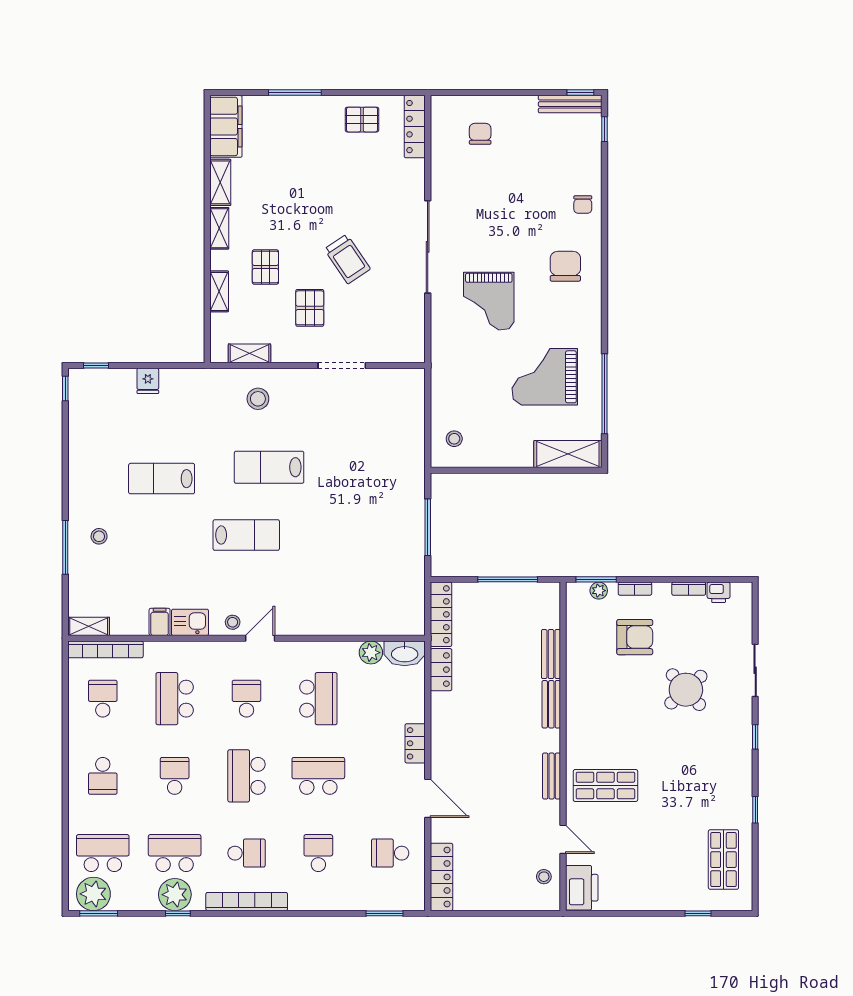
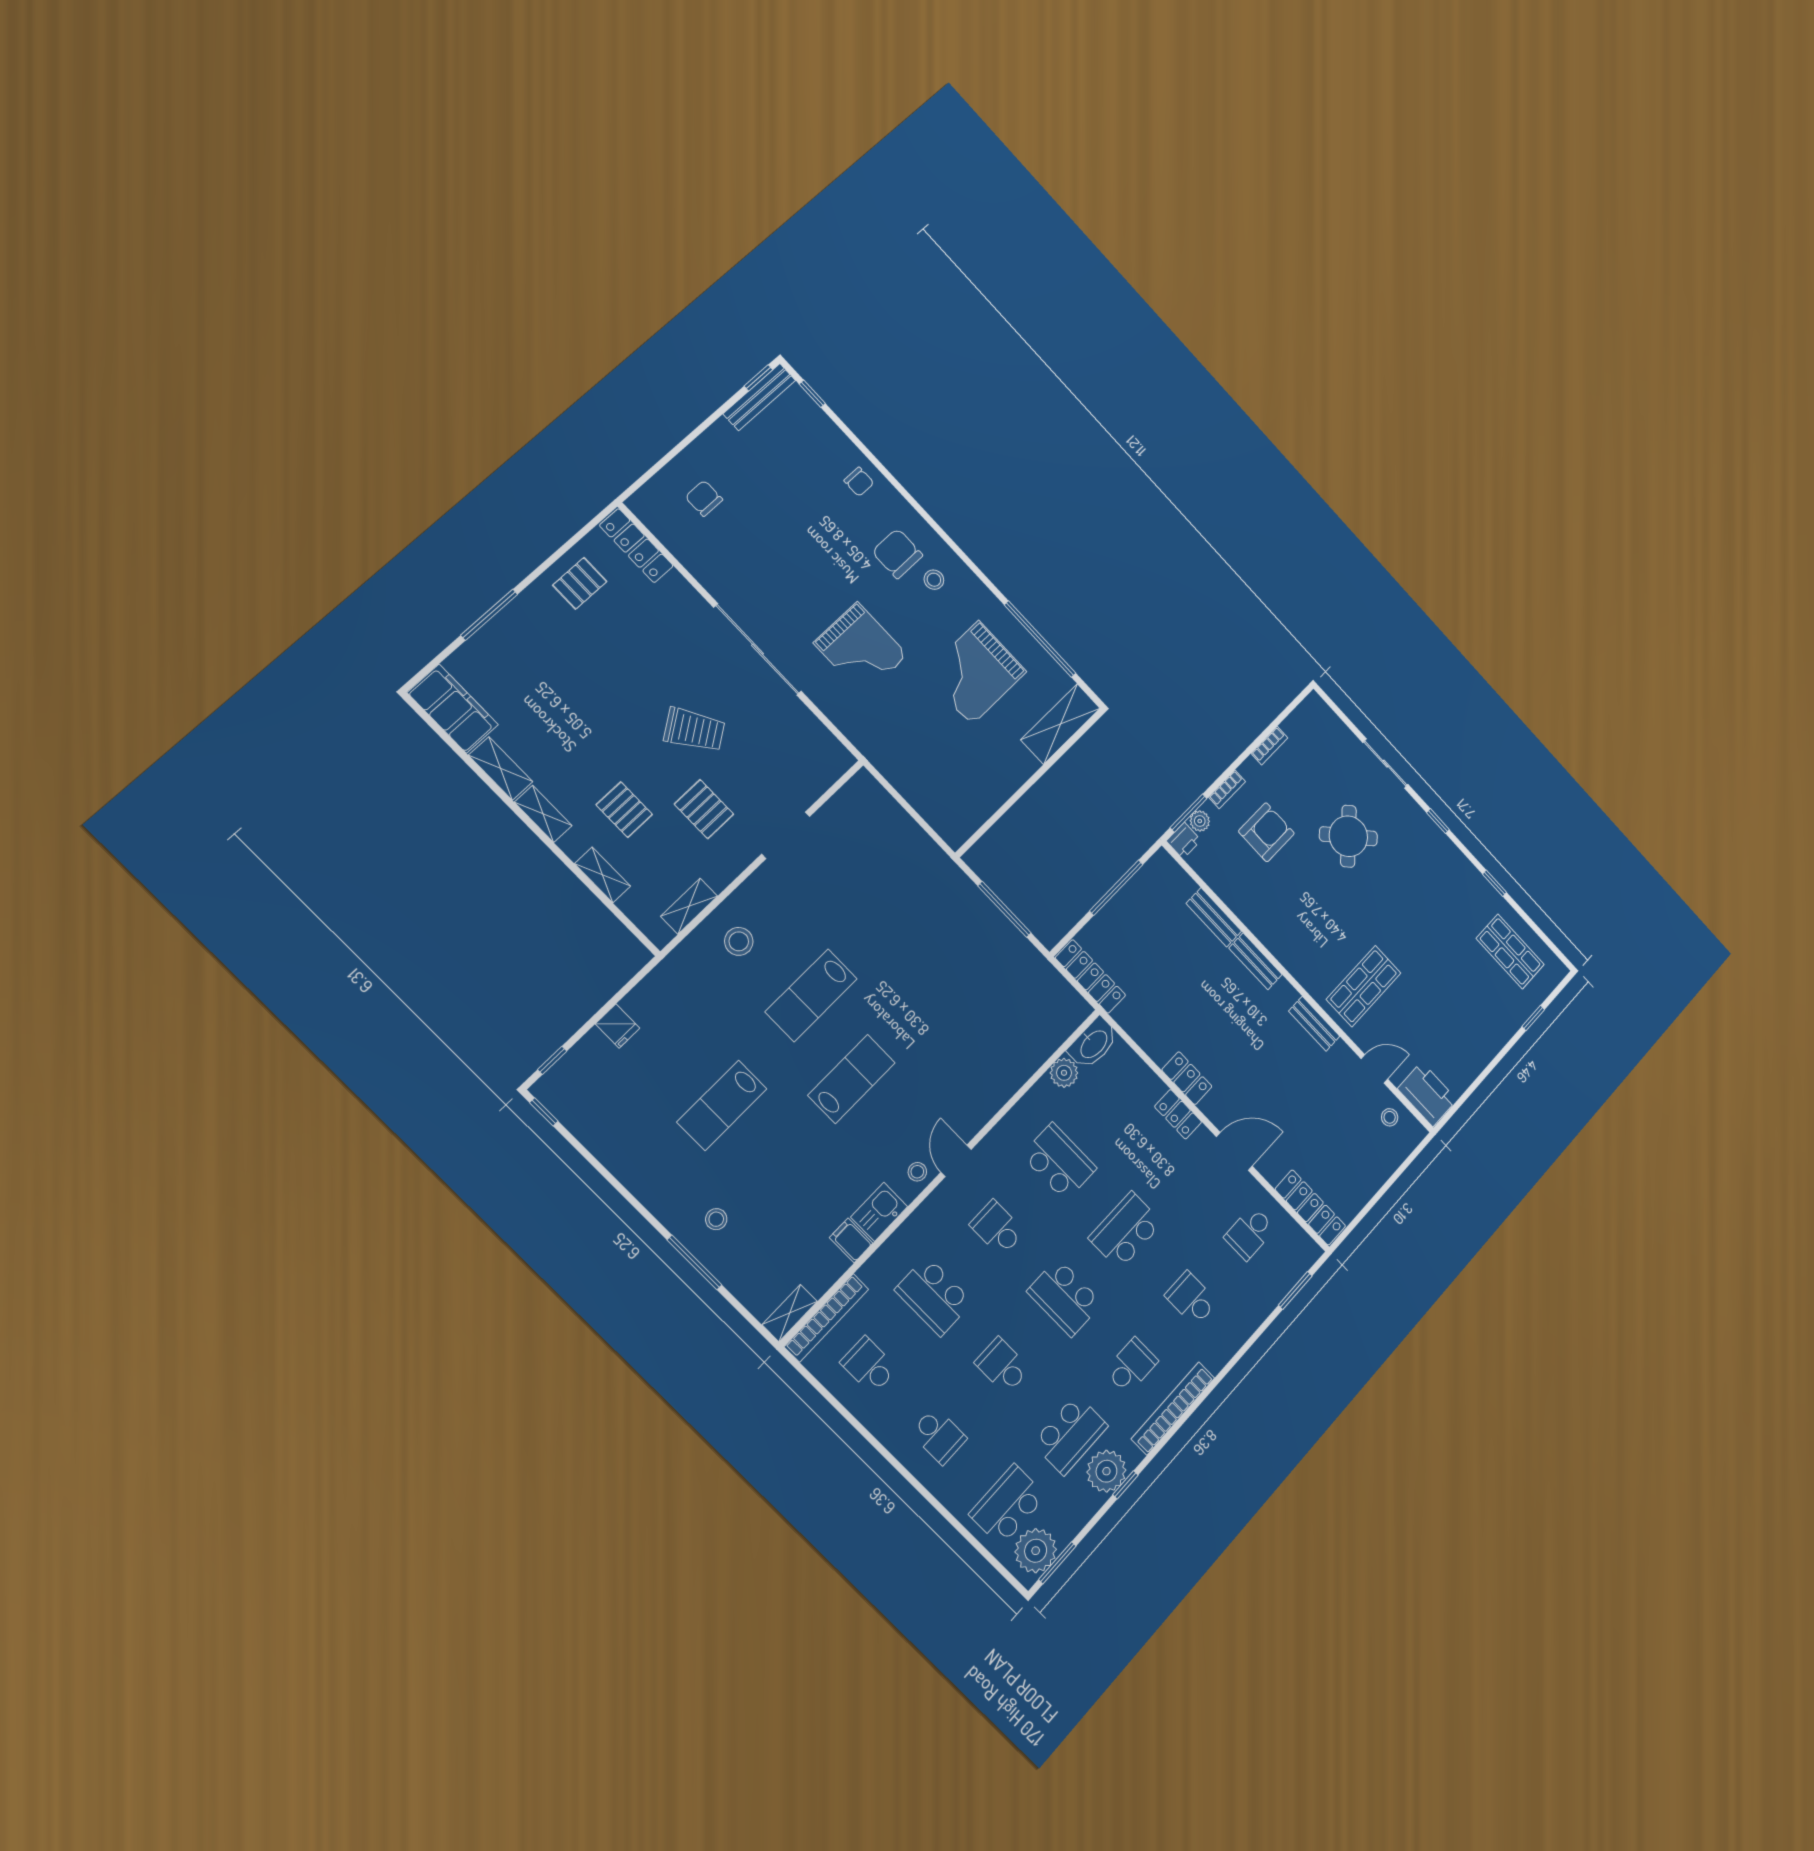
stool: (454, 439) -> (934, 580), moved
printer: (719, 592) -> (1184, 841), moved
locker: (441, 670) -> (1187, 1078), moved
school desk: (175, 853) -> (1070, 1435), turned 180

